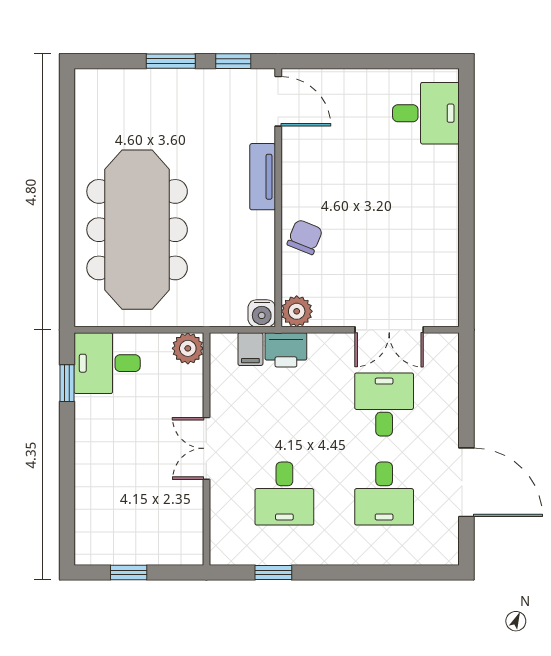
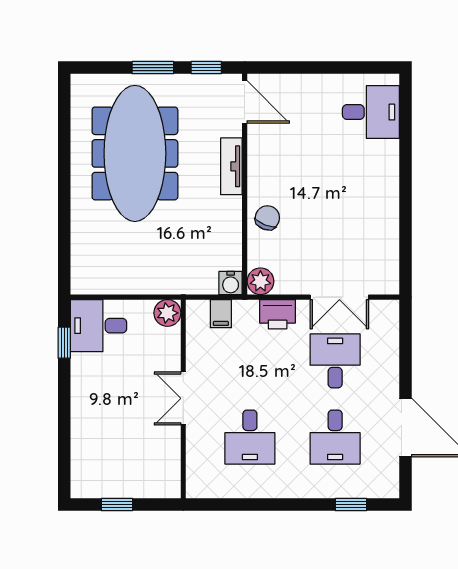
meeting table: (137, 230) -> (135, 153), moved
printer: (286, 350) -> (278, 314), moved
window: (273, 573) -> (351, 505), moved

